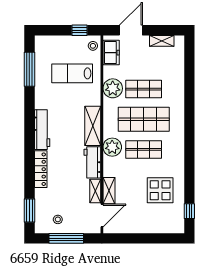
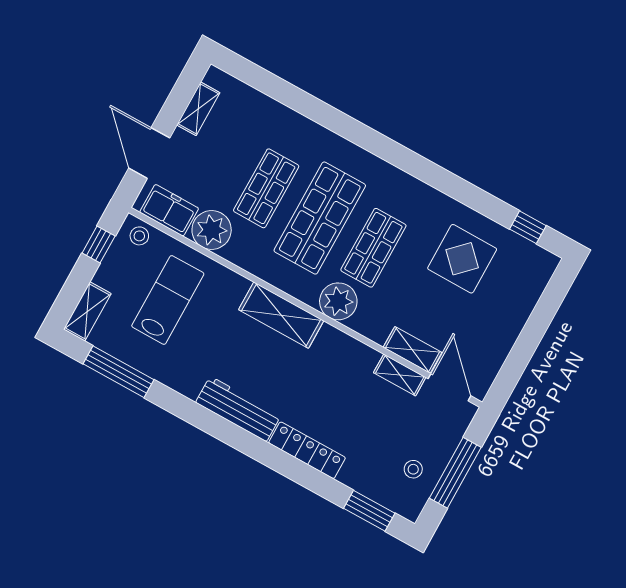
shelving: (48, 41) -> (87, 311), added
lab bench: (72, 73) -> (168, 300), turned 180
plant: (113, 88) -> (212, 230), moved
workbench: (92, 162) -> (346, 352), removed

